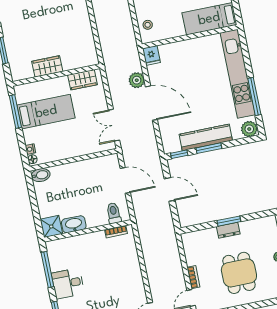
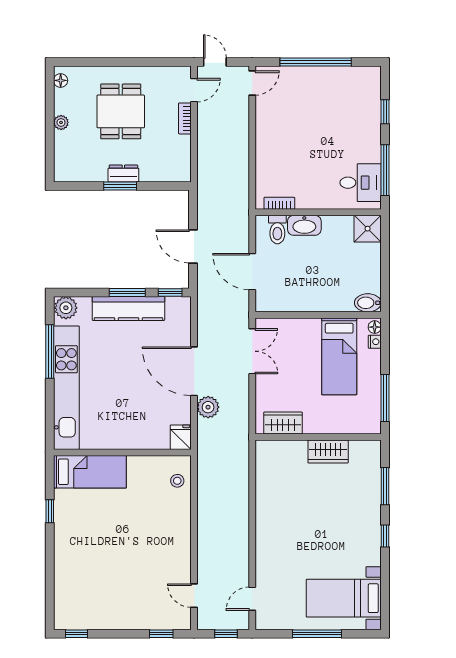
bed: (46, 112) -> (339, 356), moved, turned -90
washbasin: (74, 224) -> (304, 225), moved
desk: (68, 283) -> (361, 183), moved

